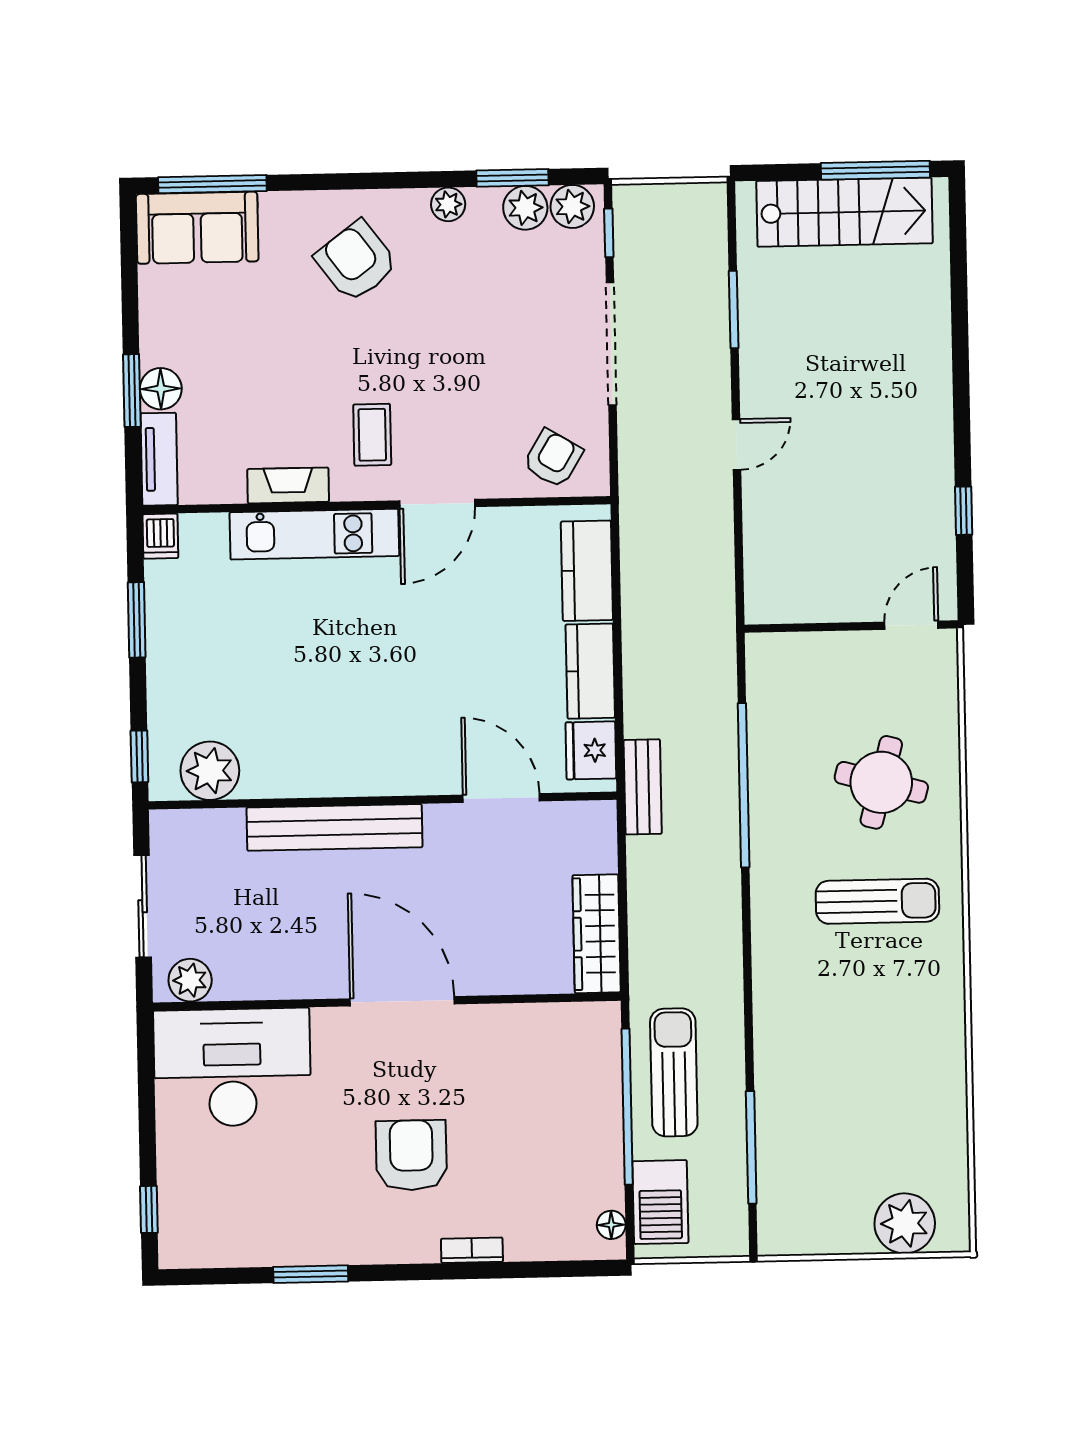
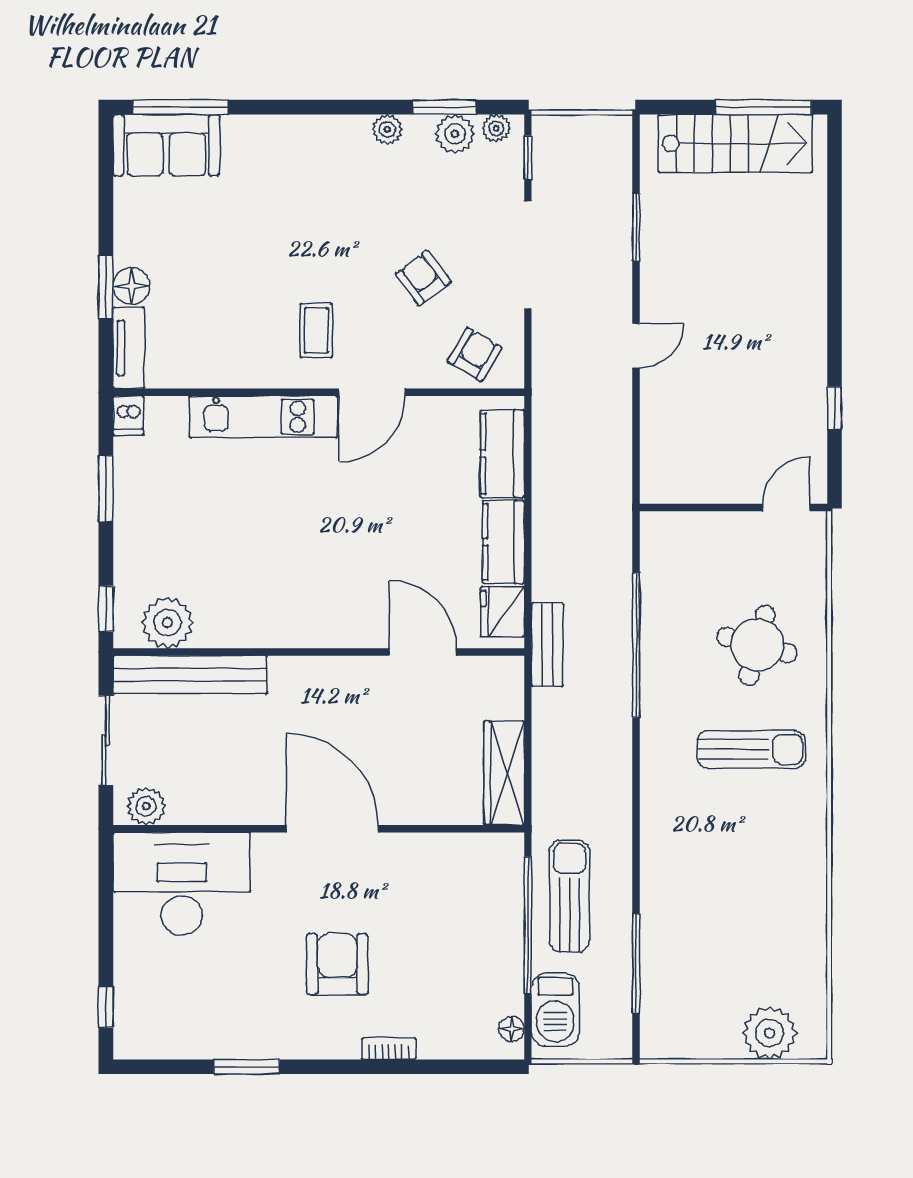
plant: (572, 206) -> (496, 128), width x0.73, depth x0.73
armchair: (356, 261) -> (423, 278), moved, width x0.72, depth x0.72
fireplace: (288, 485) -> (241, 373), removed
bench: (334, 827) -> (190, 675), moved

